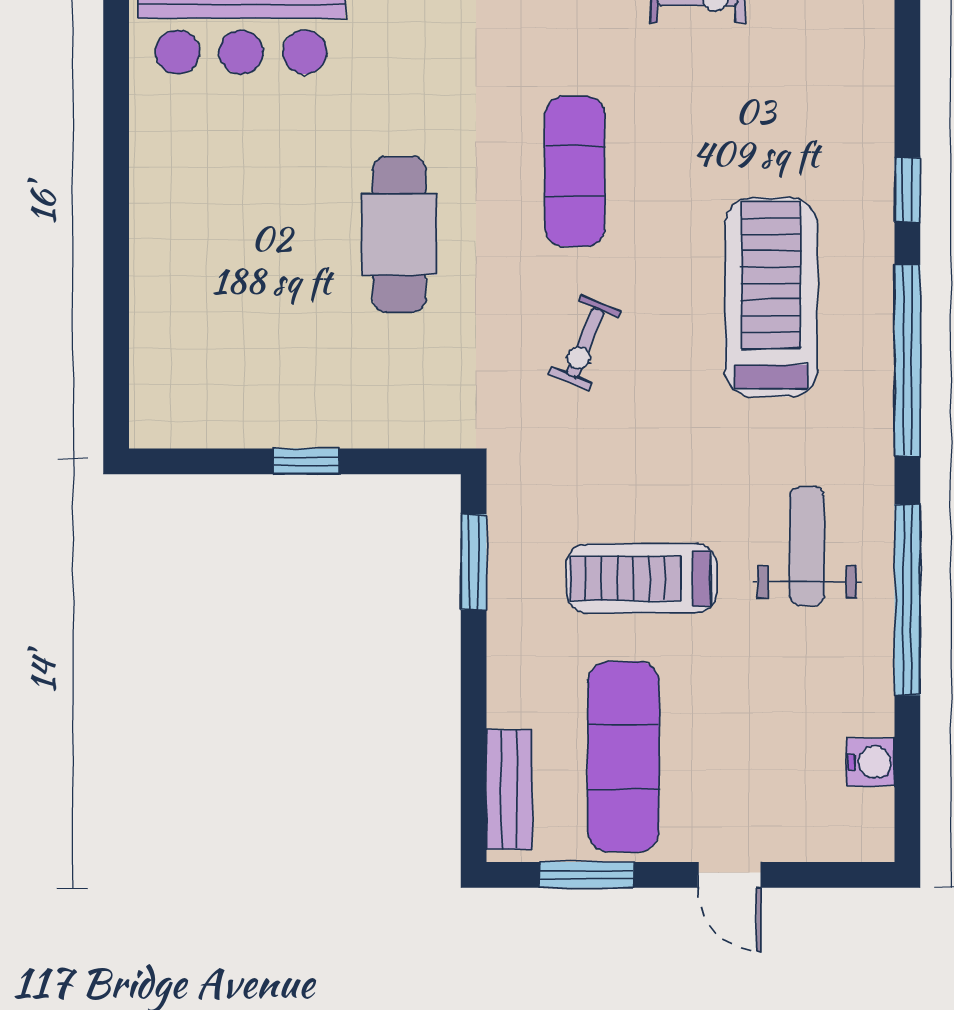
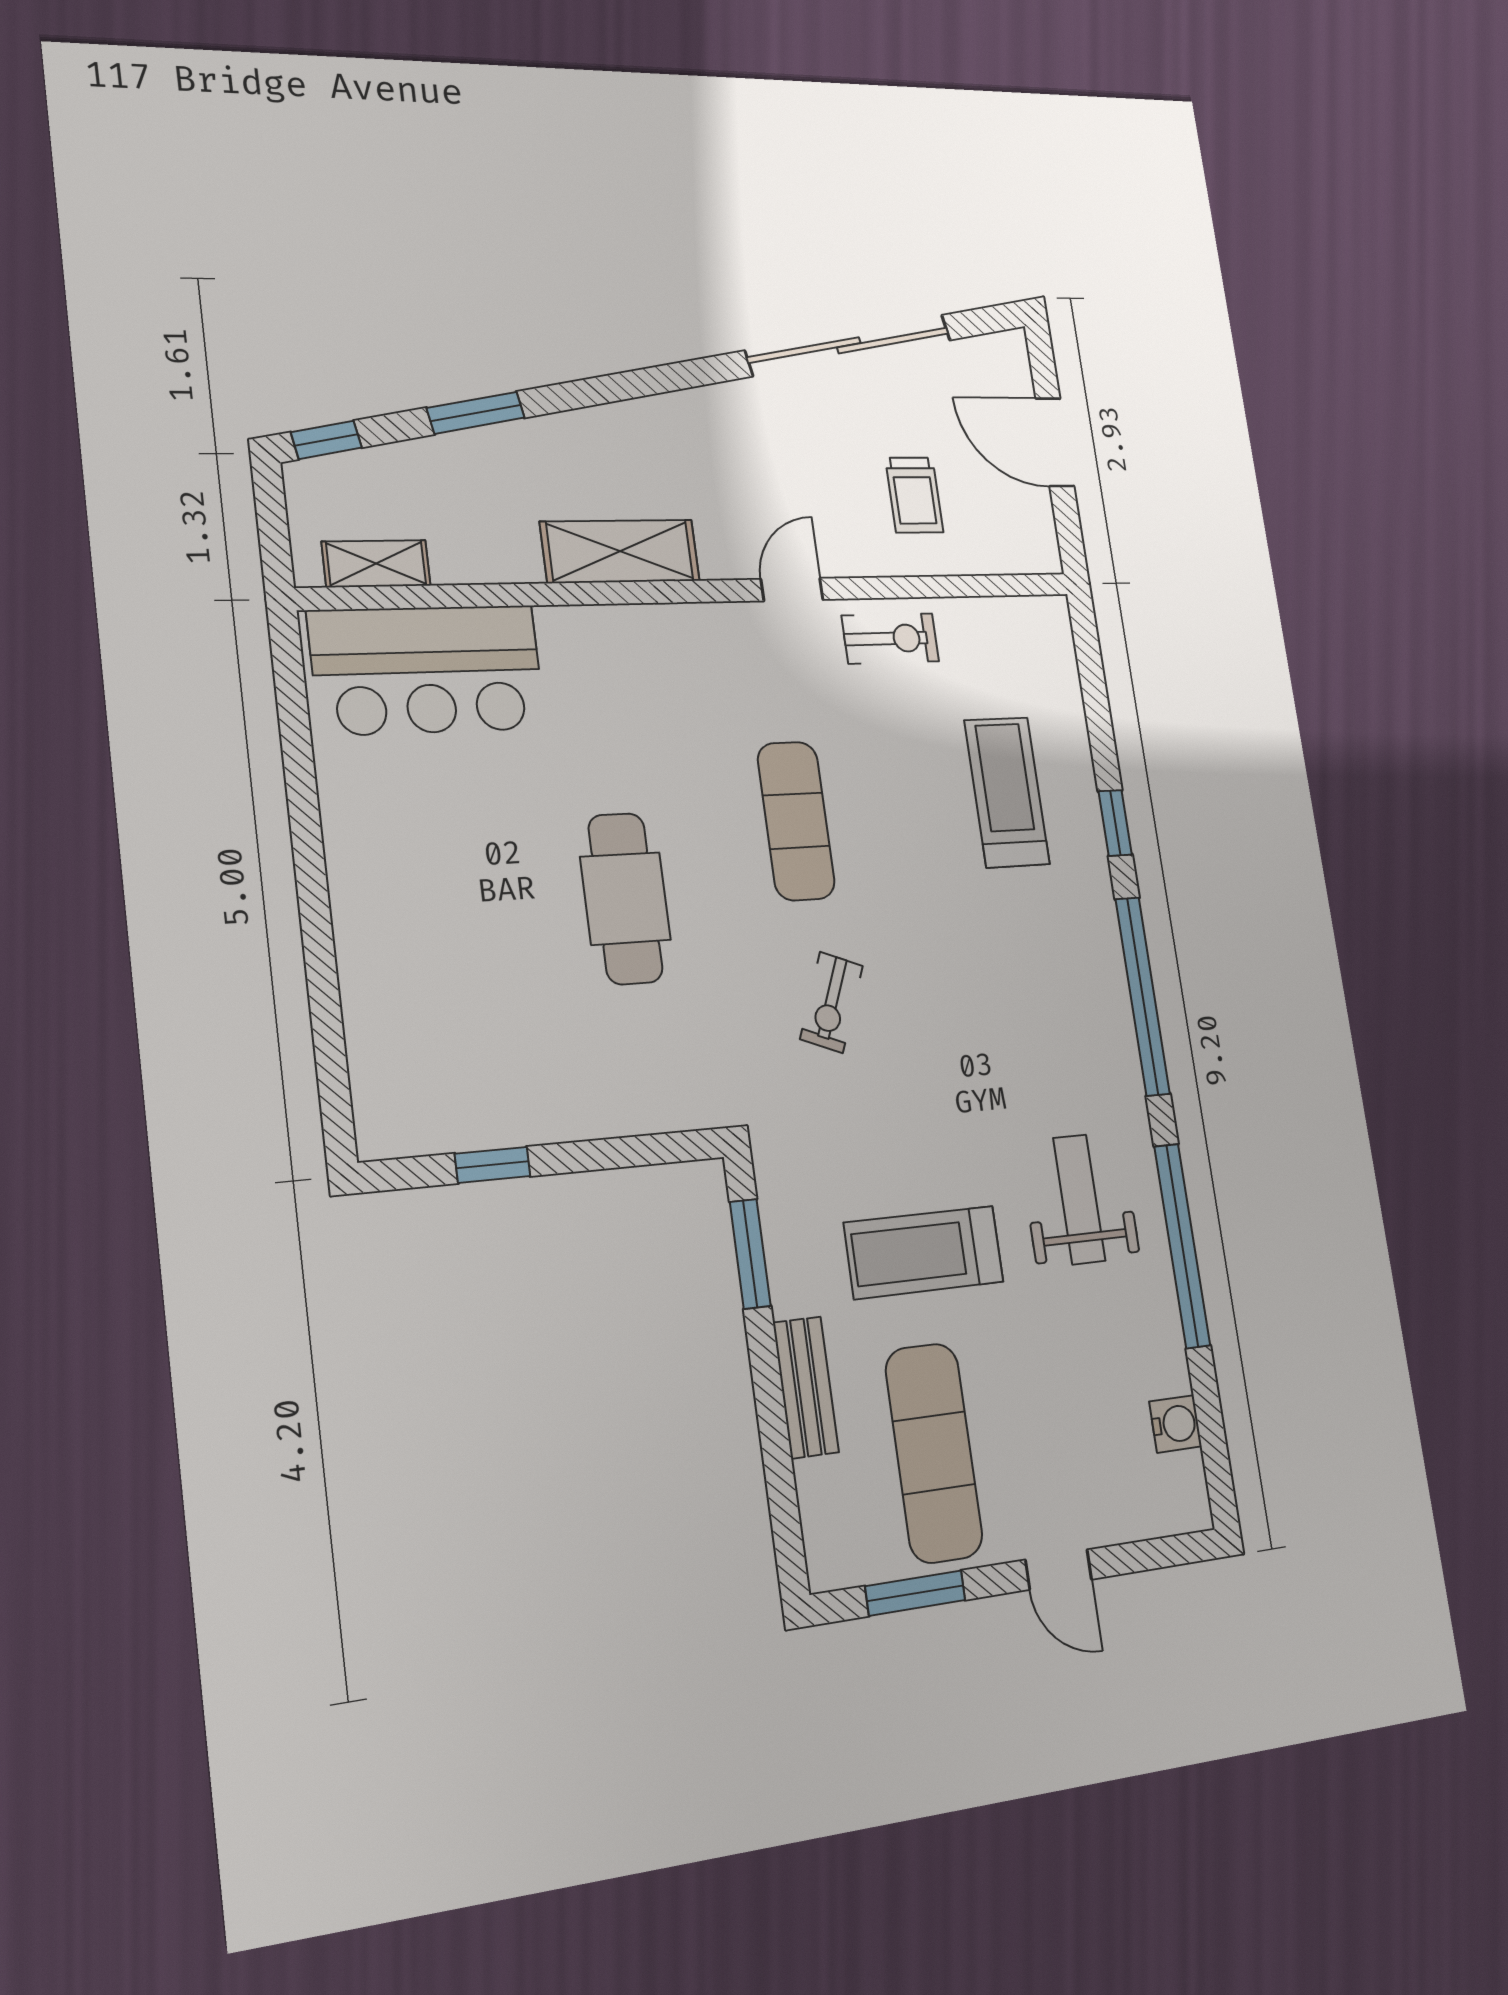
treadmill: (771, 297) -> (1007, 792), moved, width x0.73, depth x0.73
window: (306, 461) -> (493, 1165), moved
bench: (509, 789) -> (806, 1387), moved

